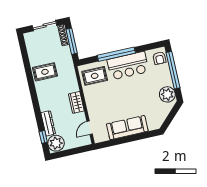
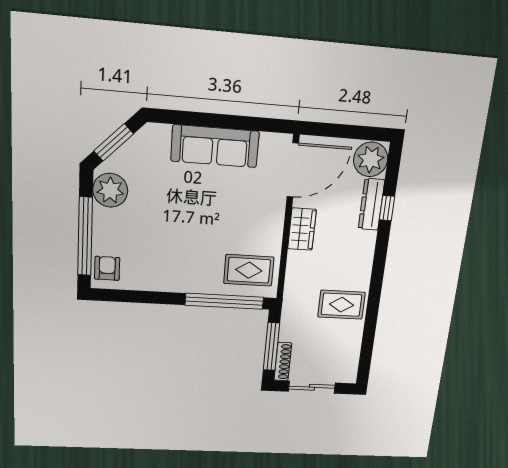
window: (116, 54) -> (224, 301), moved
bar counter: (128, 66) -> (176, 271), removed
window: (171, 116) -> (114, 142), added
door: (90, 128) -> (293, 170), width x1.88
window: (43, 137) -> (387, 208), moved

